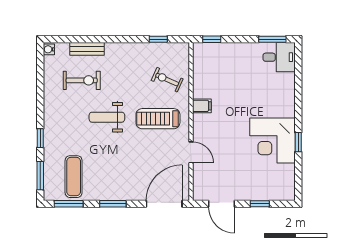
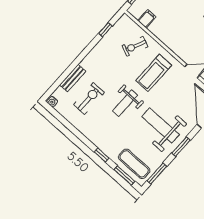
filing cabinet: (202, 106) -> (147, 19), moved
weight bench: (116, 168) -> (161, 126), added
exercise mat: (74, 177) -> (134, 164), moved

